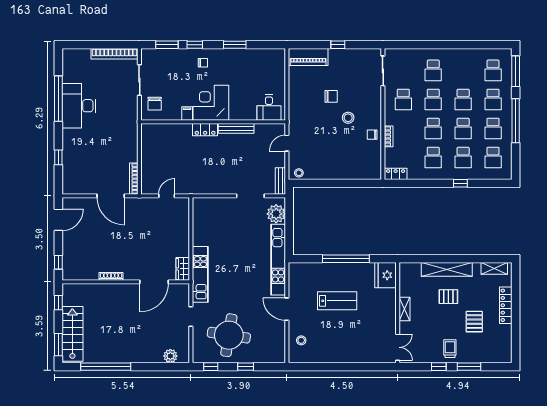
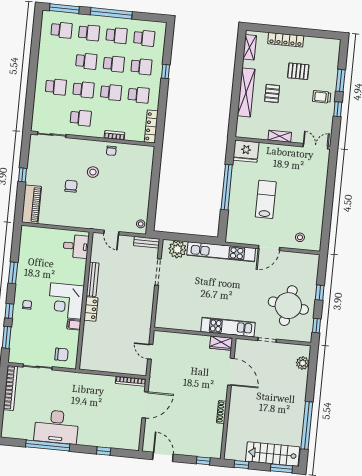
locker: (396, 174) -> (151, 127), width x1.53

